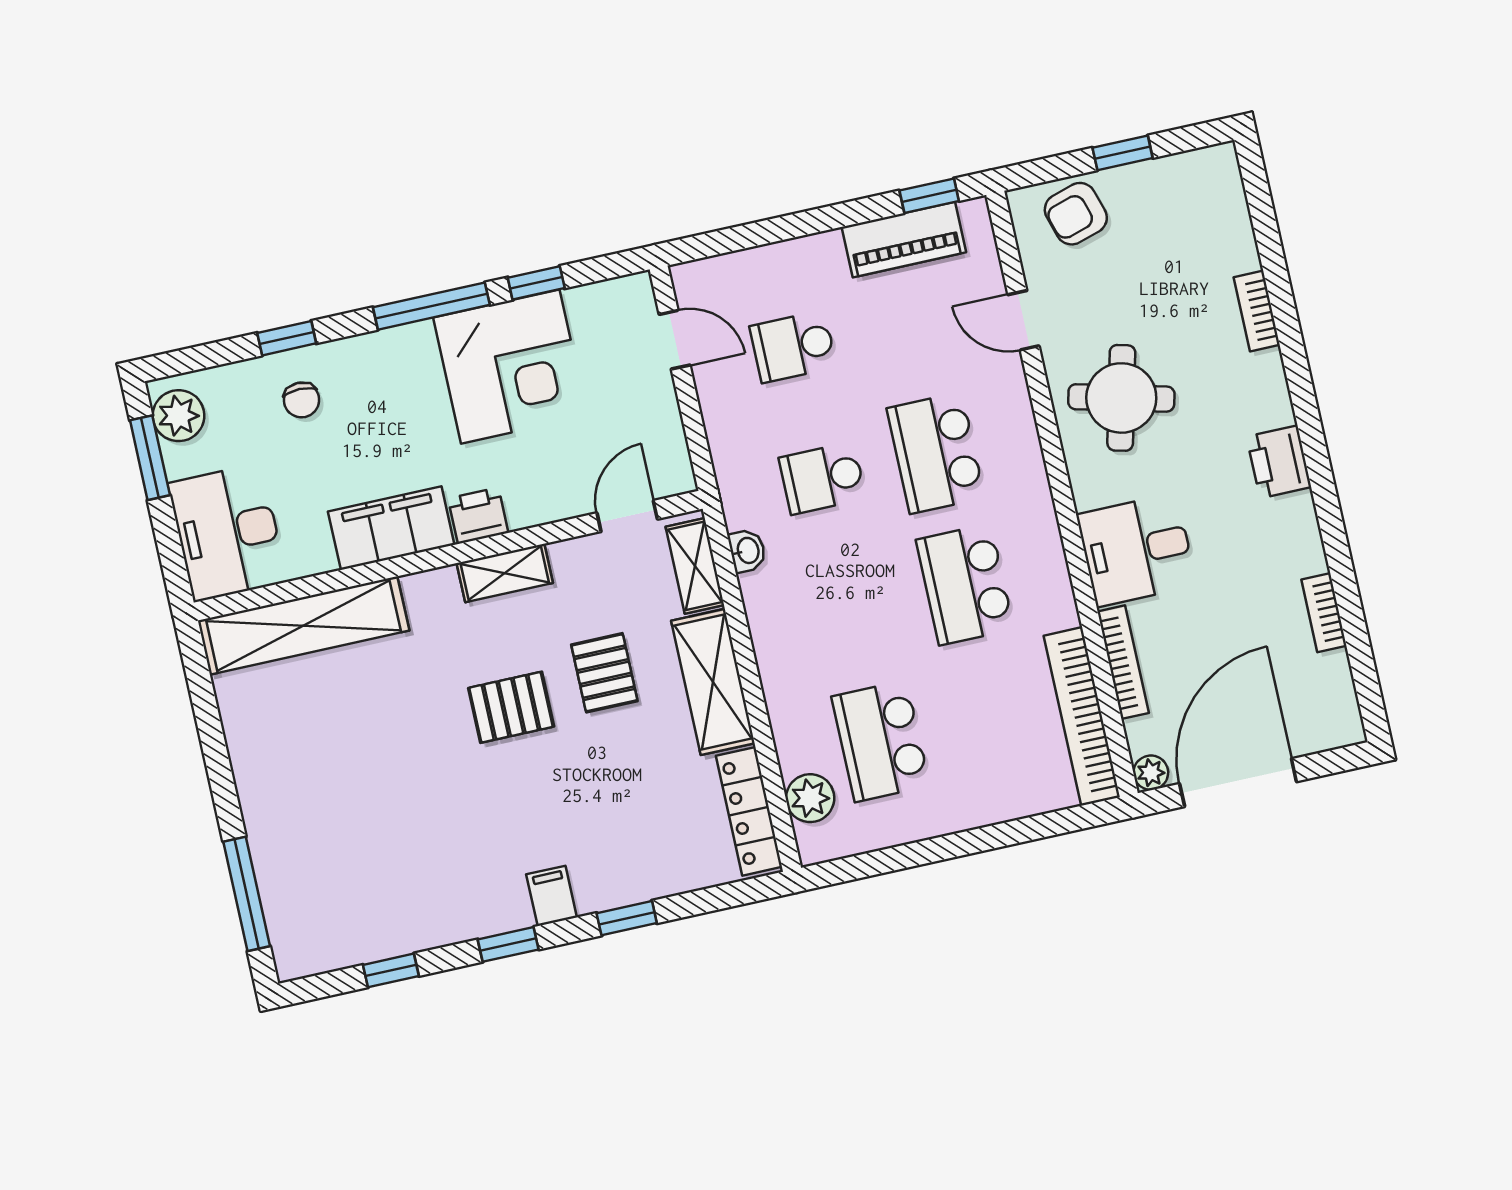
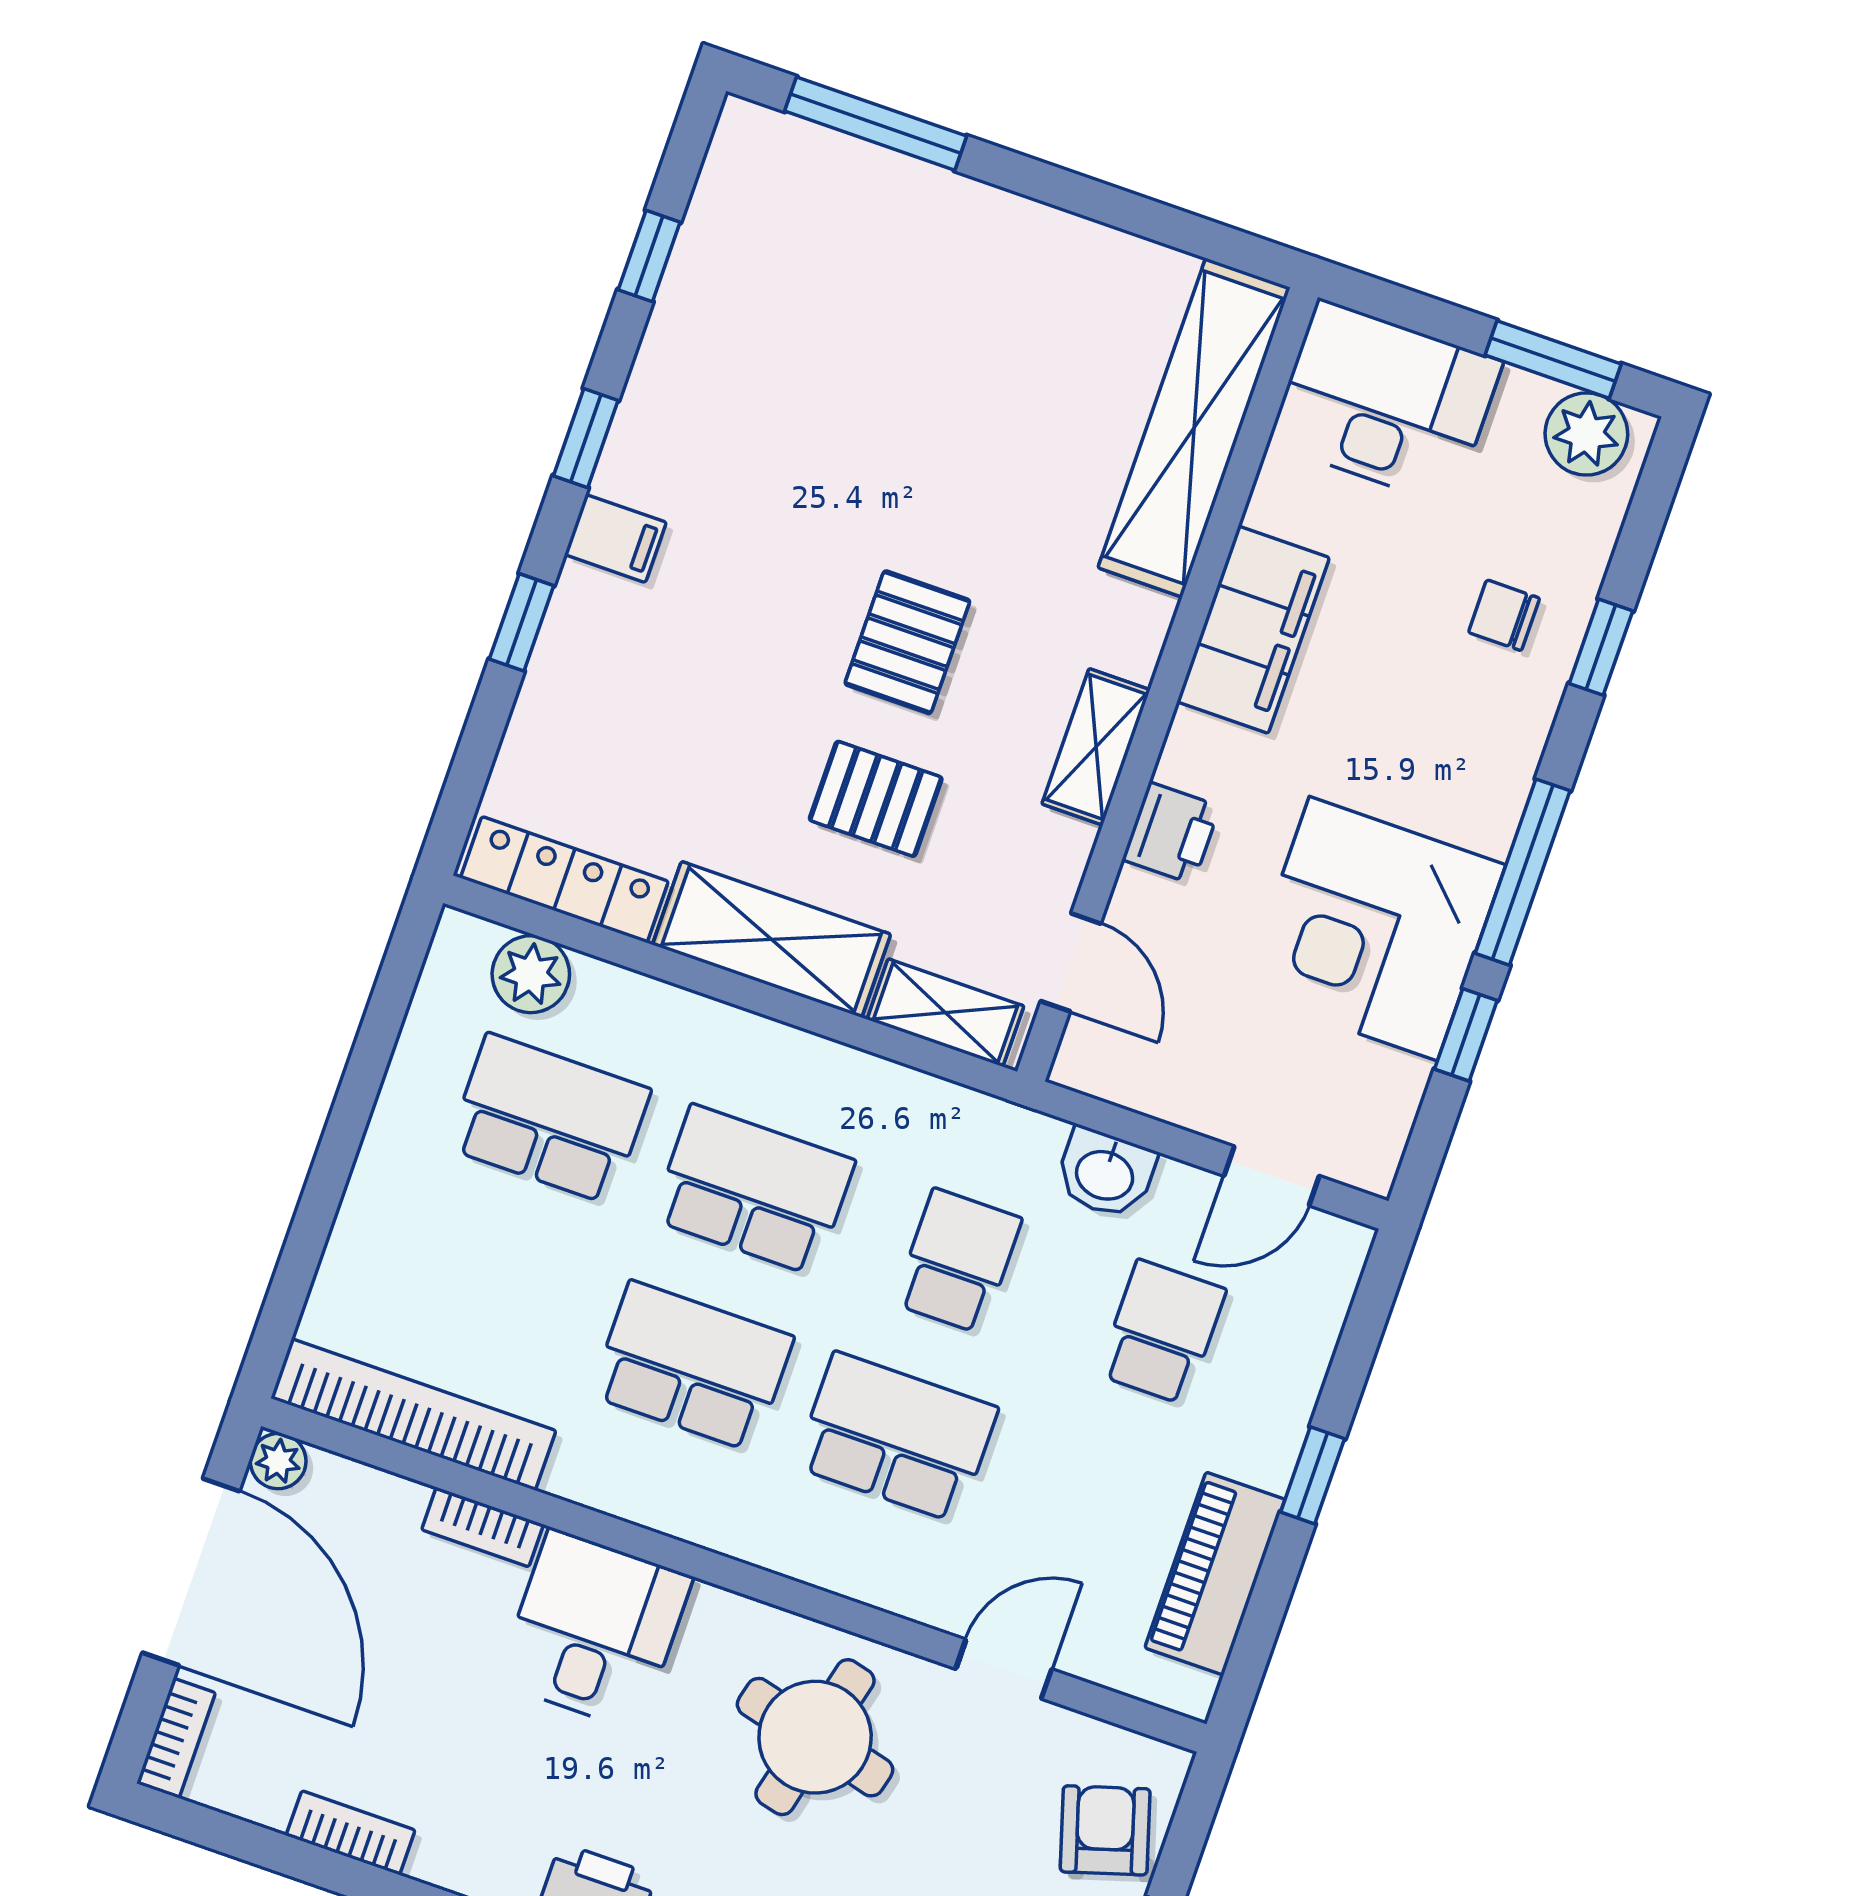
window: (929, 196) -> (1313, 1475), moved
printer: (478, 516) -> (1171, 833), moved
washbasin: (747, 551) -> (1105, 1173), moved, width x1.38, depth x1.45
school desk: (852, 610) -> (753, 1190), added
bookcase: (1123, 662) -> (483, 1527), width x0.64
bookcase: (1331, 736) -> (176, 1738), added

